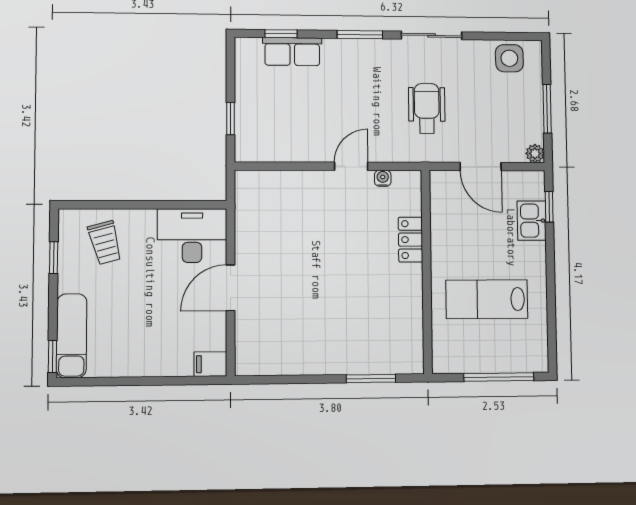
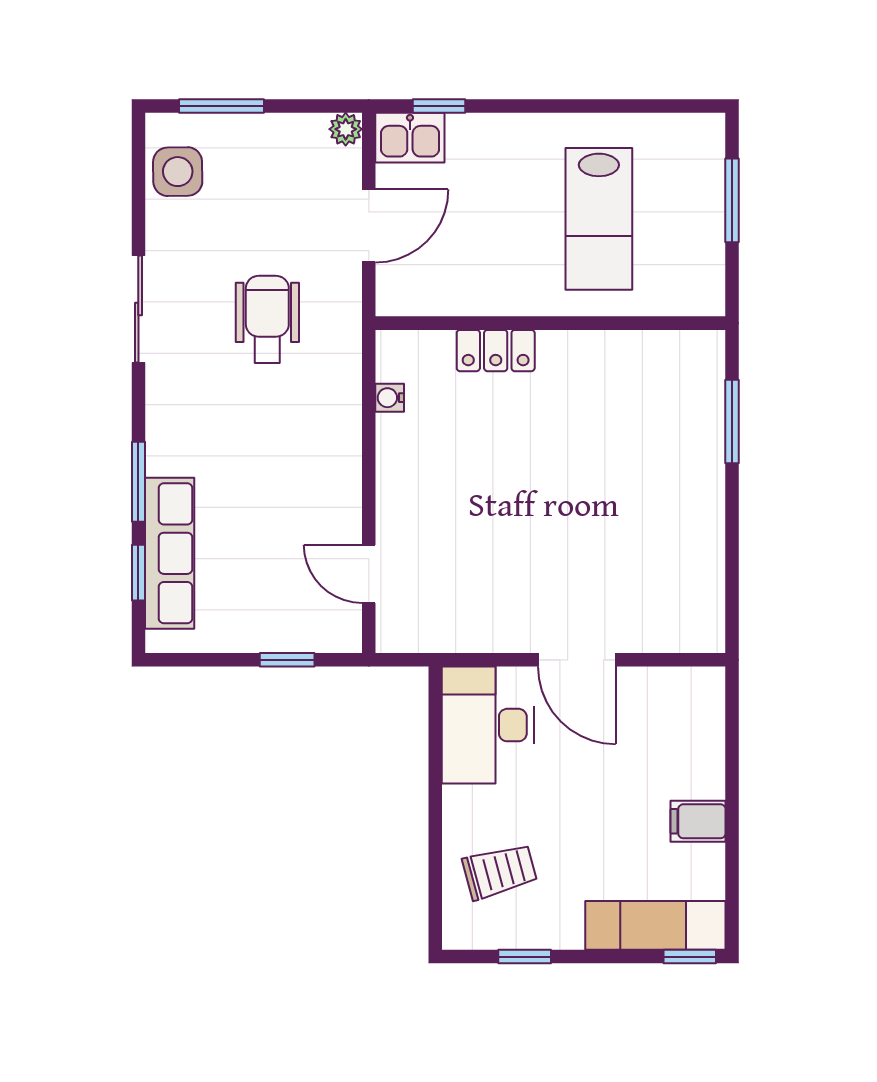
window: (360, 35) -> (138, 482), moved
row of seats: (292, 52) -> (170, 553), width x1.48
wheelchair: (427, 108) -> (267, 319), turned 90
window: (547, 109) -> (221, 106), moved
door: (351, 166) -> (369, 574), moved
kitchen sink: (532, 221) -> (410, 138), moved
filing cabinet: (210, 364) -> (698, 821), moved, turned 90
window: (499, 377) -> (732, 200), width x0.69

